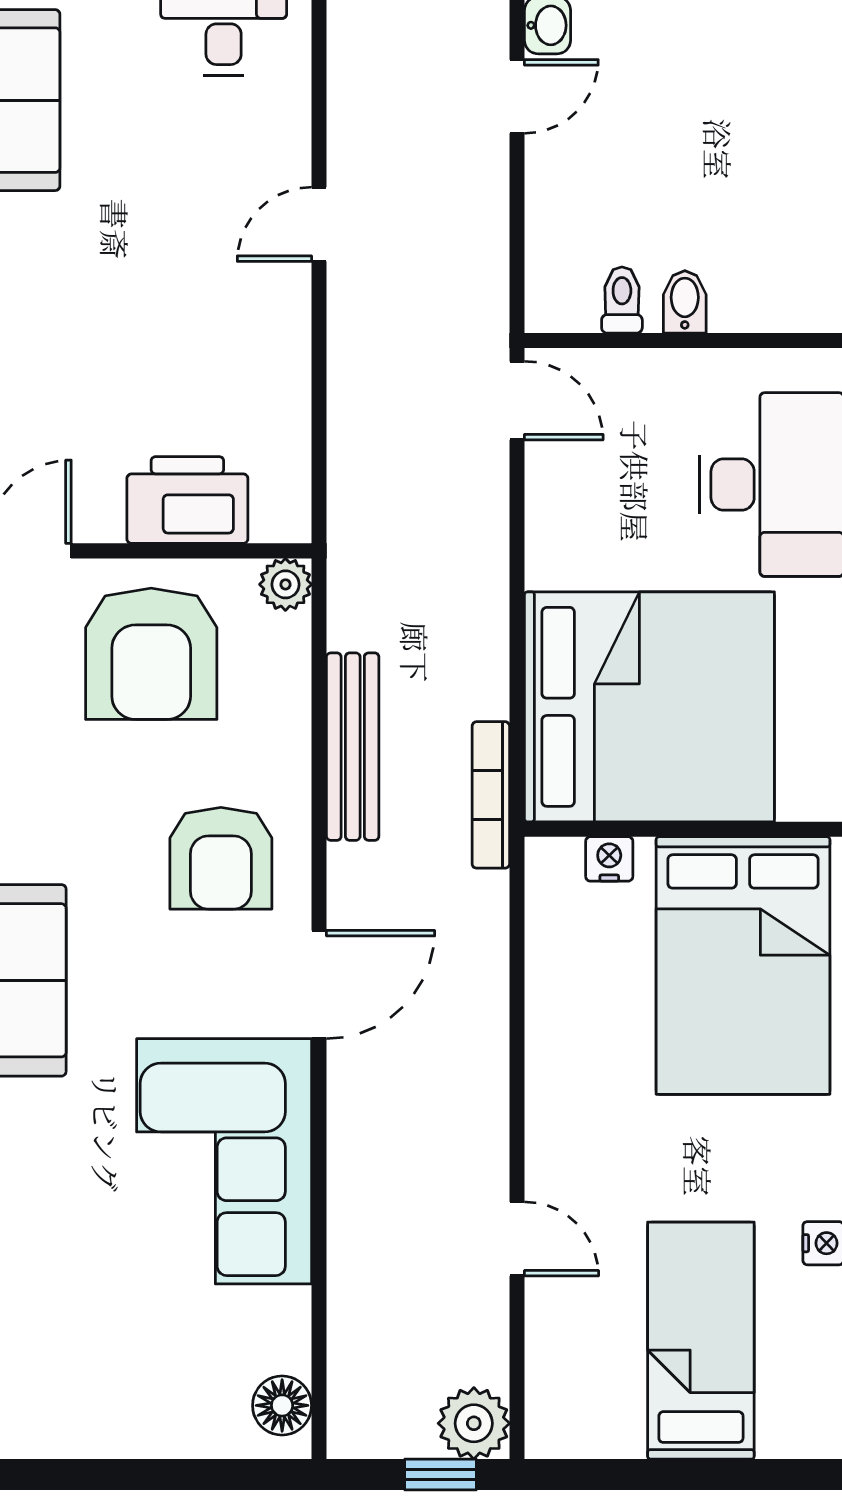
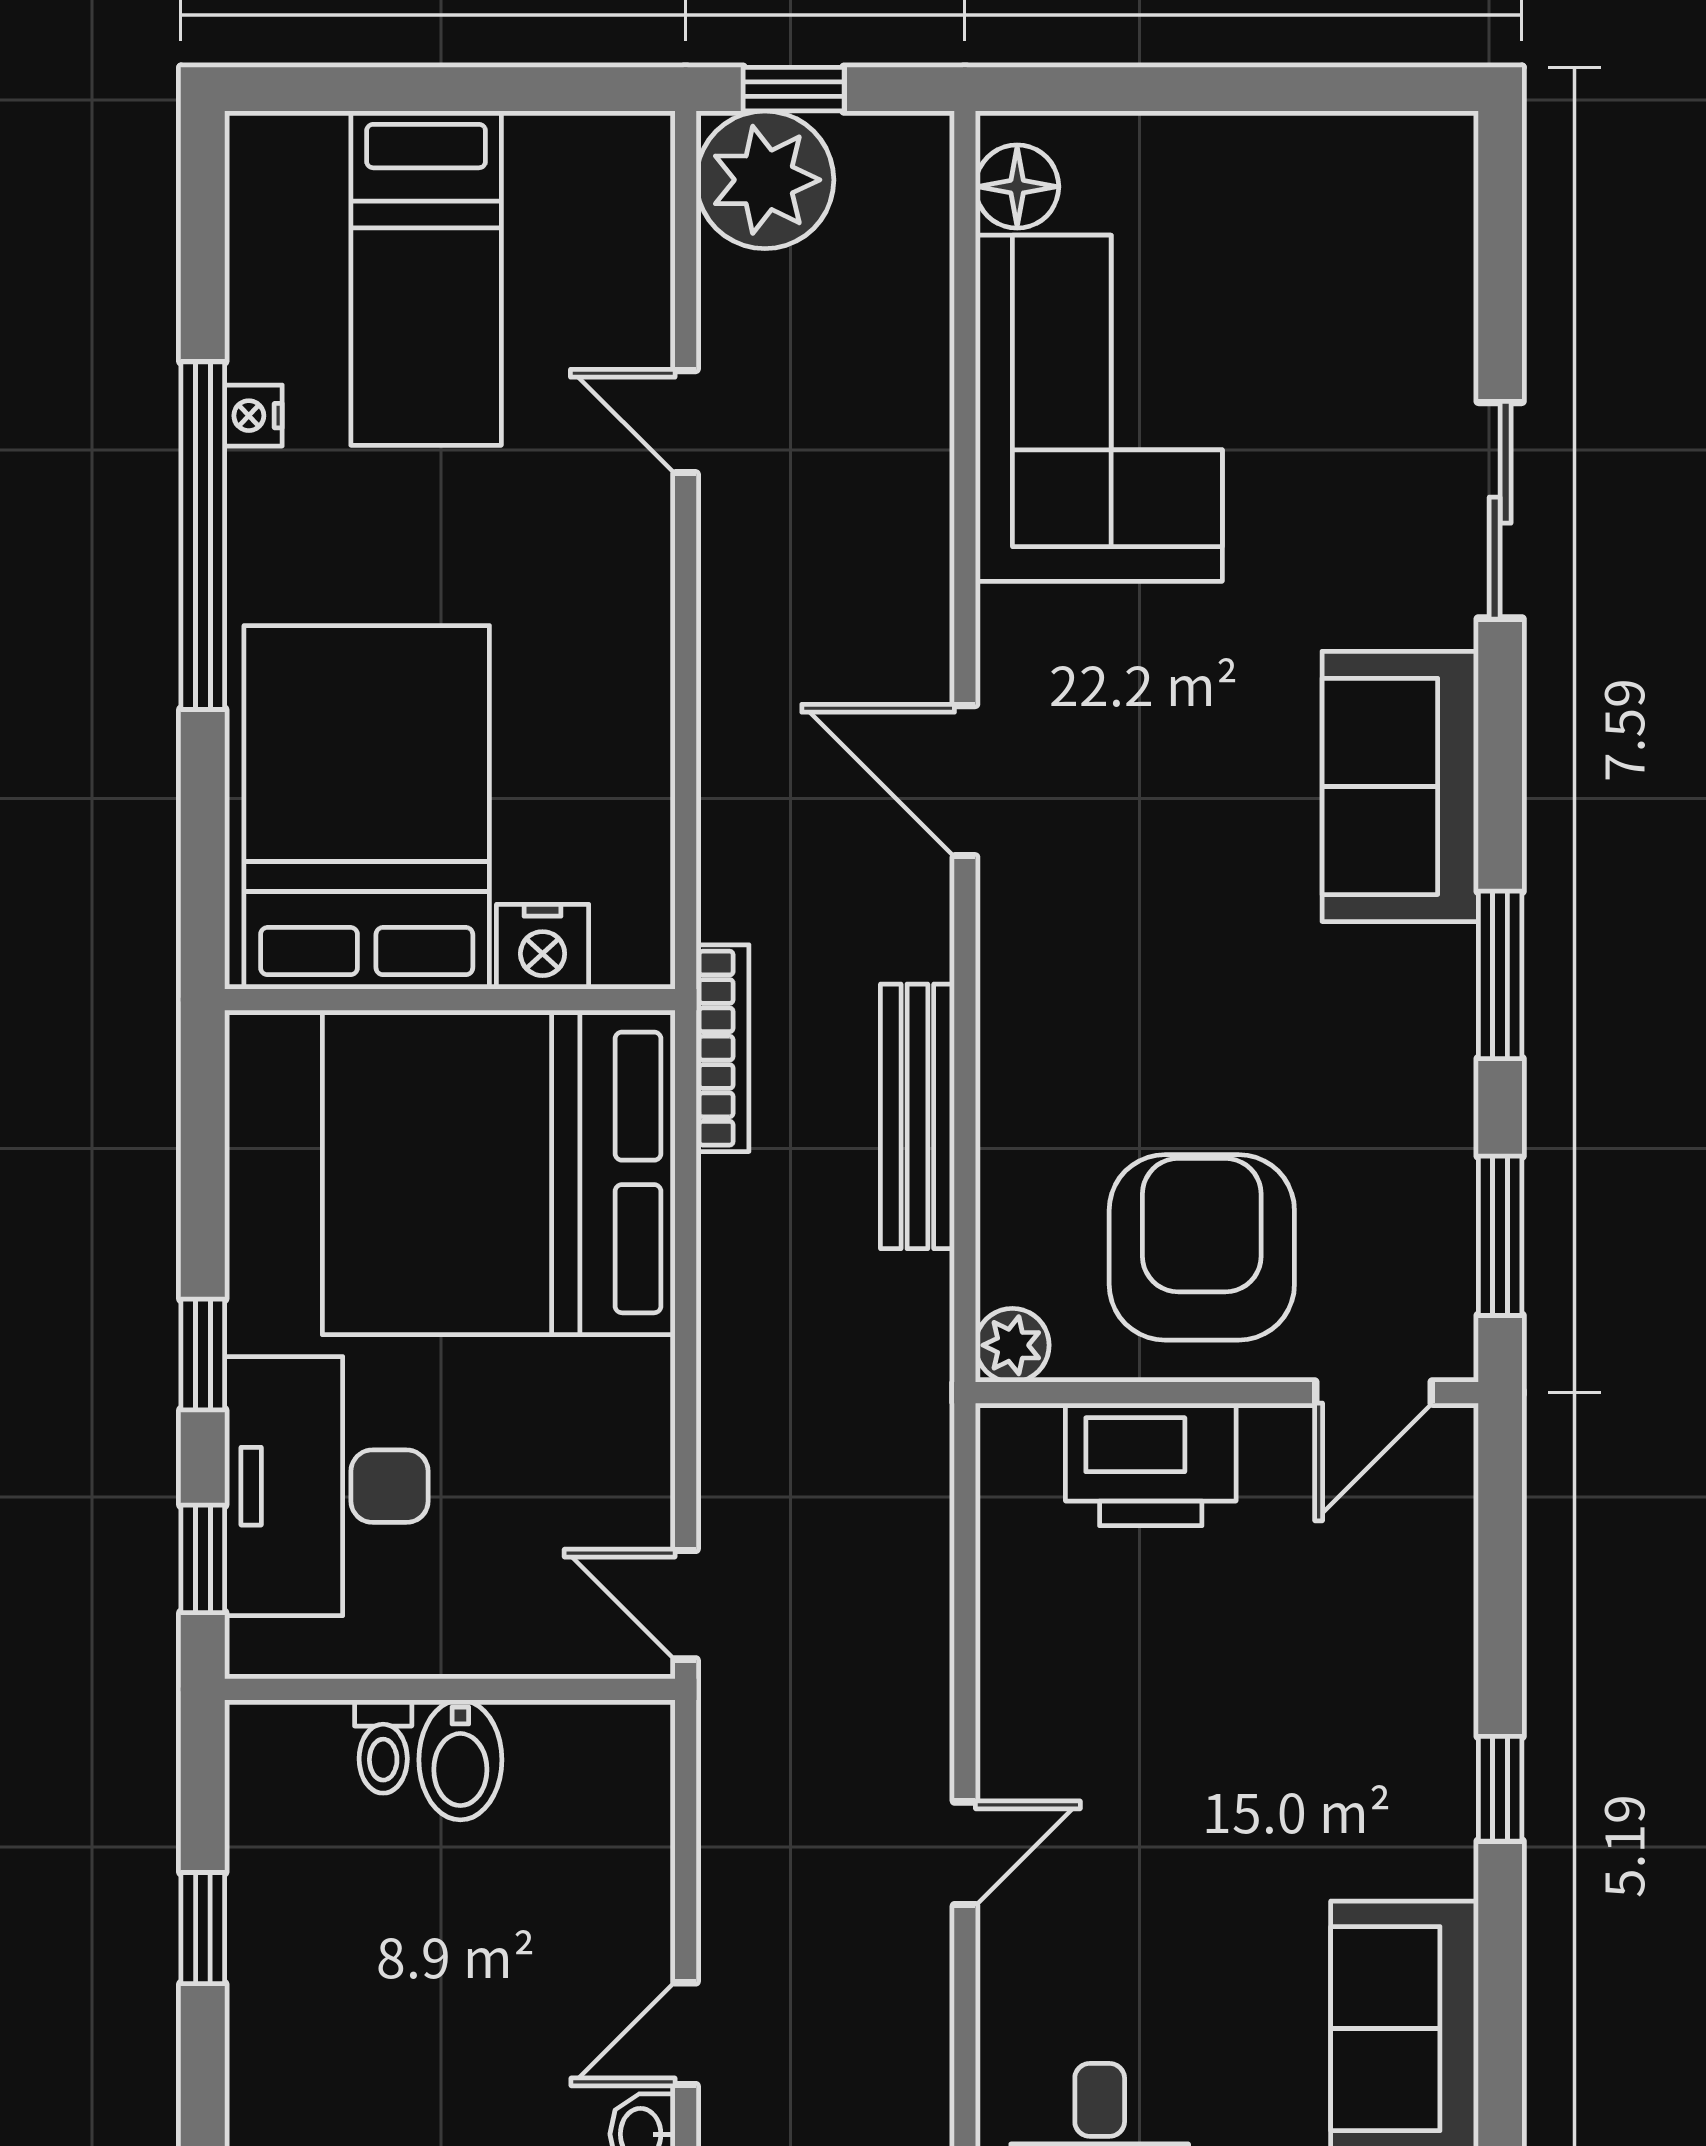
toilet: (622, 300) -> (383, 1747), moved
bidet: (685, 302) -> (460, 1760), width x1.38, depth x1.36
armchair: (221, 858) -> (1103, 959), removed
nightstand: (609, 859) -> (543, 947), width x1.39, depth x1.35
door: (319, 984) -> (965, 781), hinge flipped
corner sofa: (224, 1161) -> (1099, 408), moved
plant: (474, 1423) -> (765, 180), width x1.36, depth x1.36

